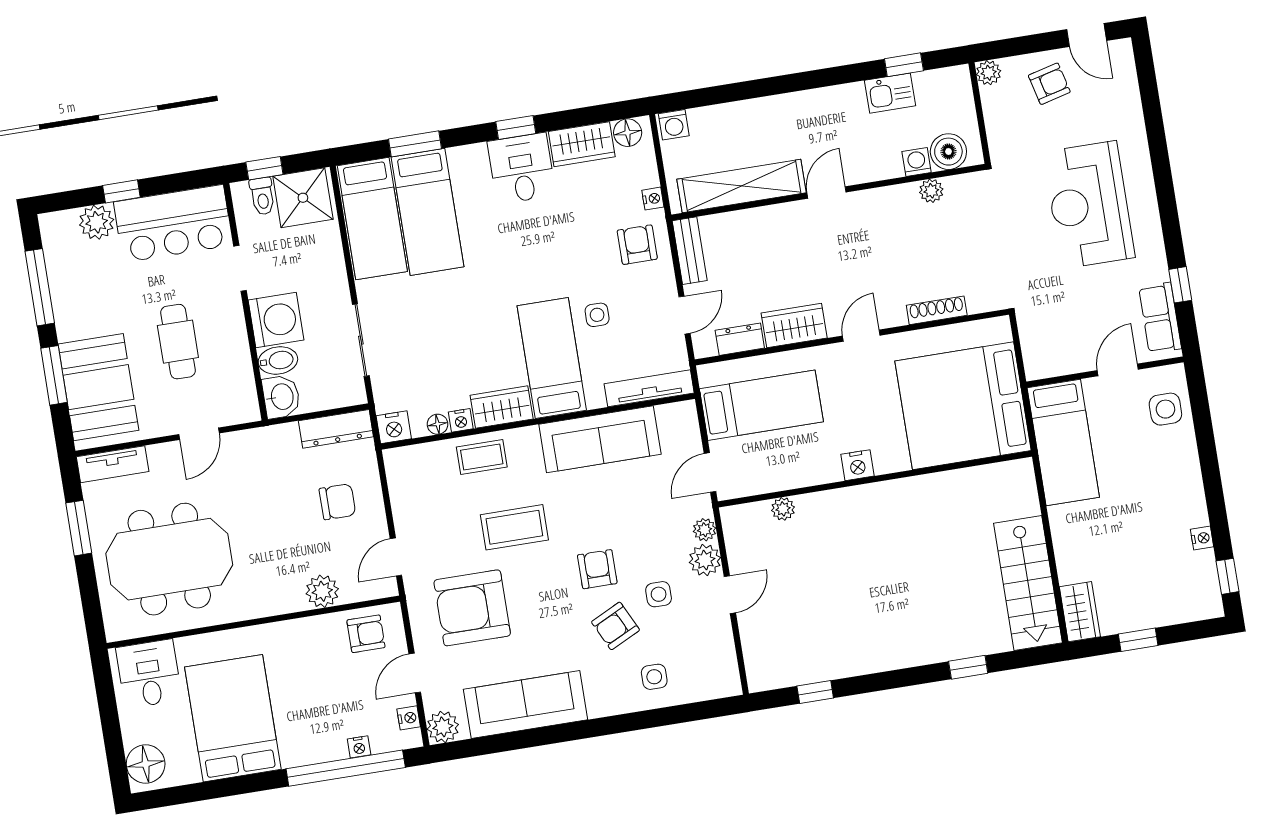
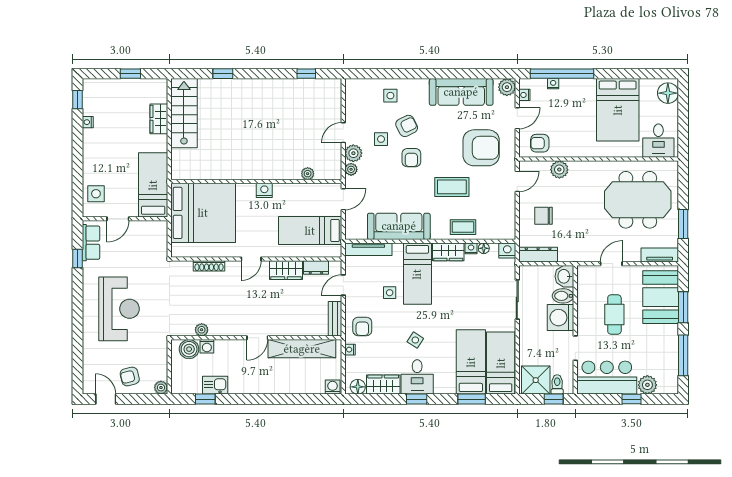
side table: (536, 235) -> (415, 340), added
wardrobe: (1080, 612) -> (159, 119), moved

